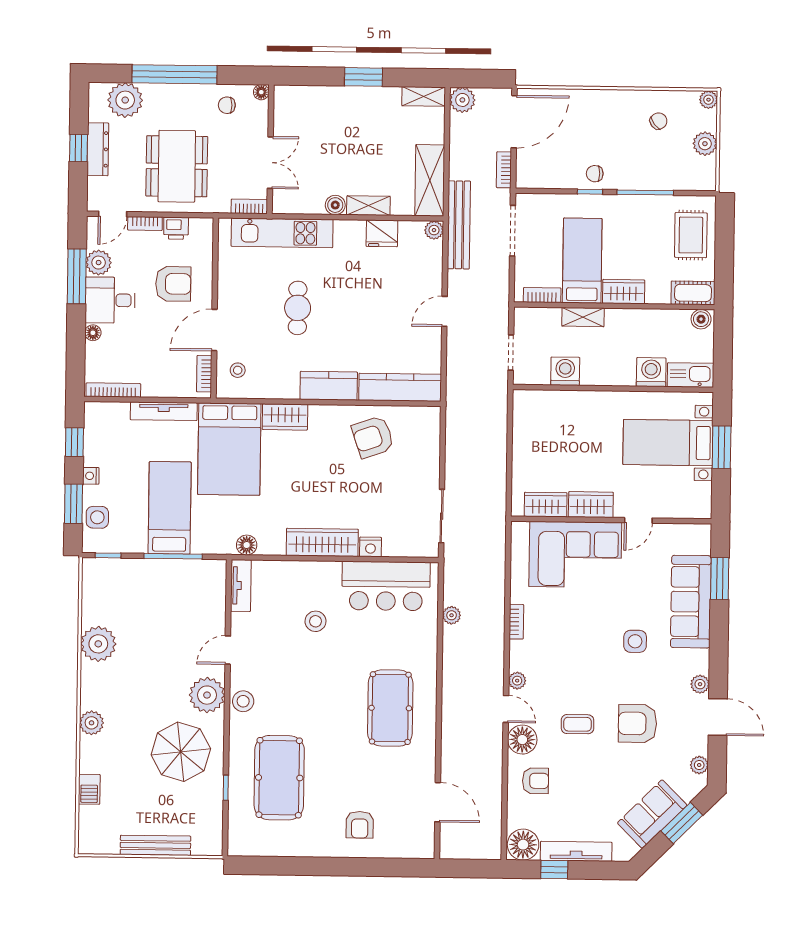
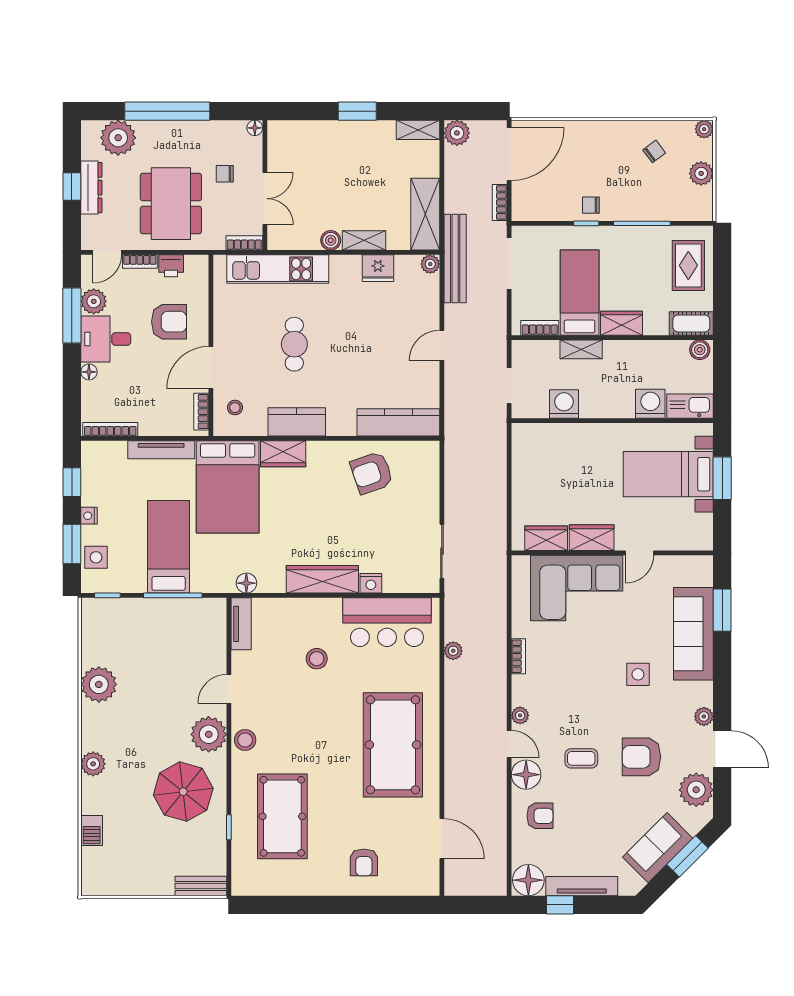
chair: (227, 105) -> (225, 174), moved
kitchen counter: (329, 386) -> (297, 422), moved
pool table: (390, 708) -> (393, 745), width x1.36, depth x1.32
plant: (699, 765) -> (696, 790), width x1.87, depth x1.87
bench: (155, 845) -> (201, 886), moved, width x0.73

